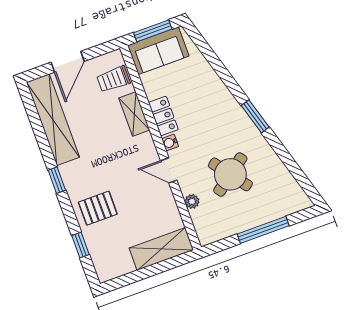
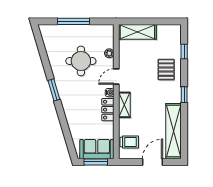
shelving: (134, 114) -> (124, 105), moved
door: (169, 170) -> (116, 76), swing flipped
round table: (230, 174) -> (81, 61), turned 37
pallet: (98, 208) -> (166, 70), turned 90

